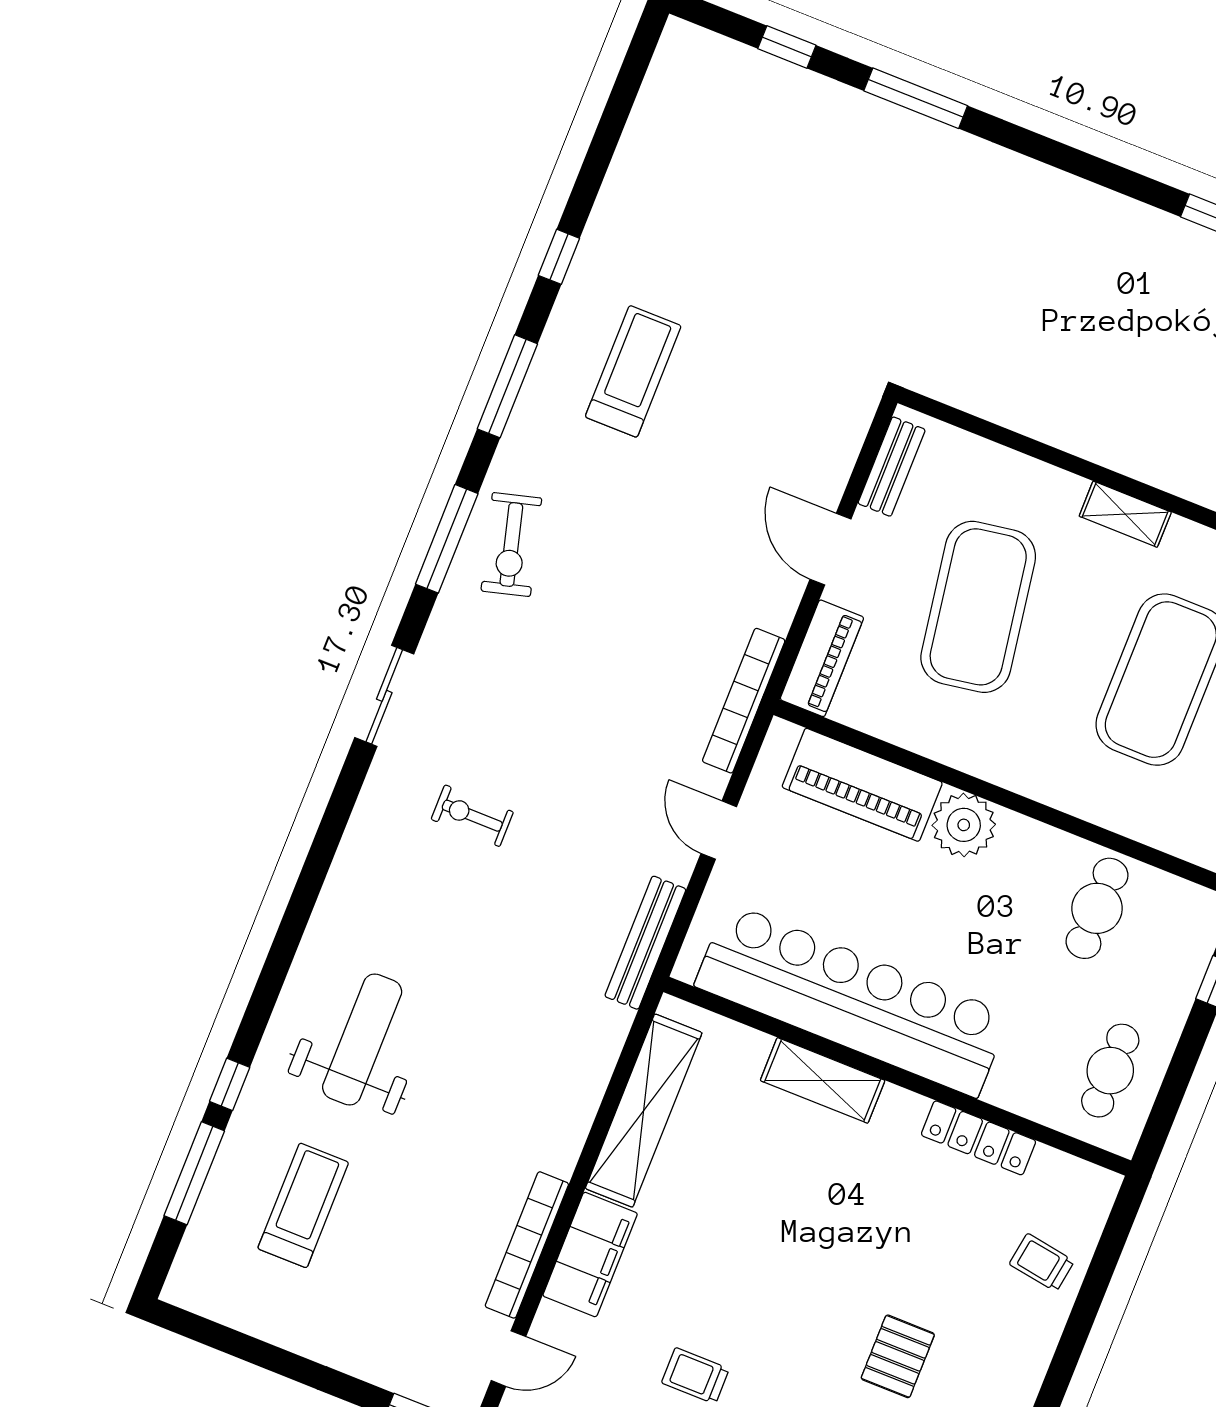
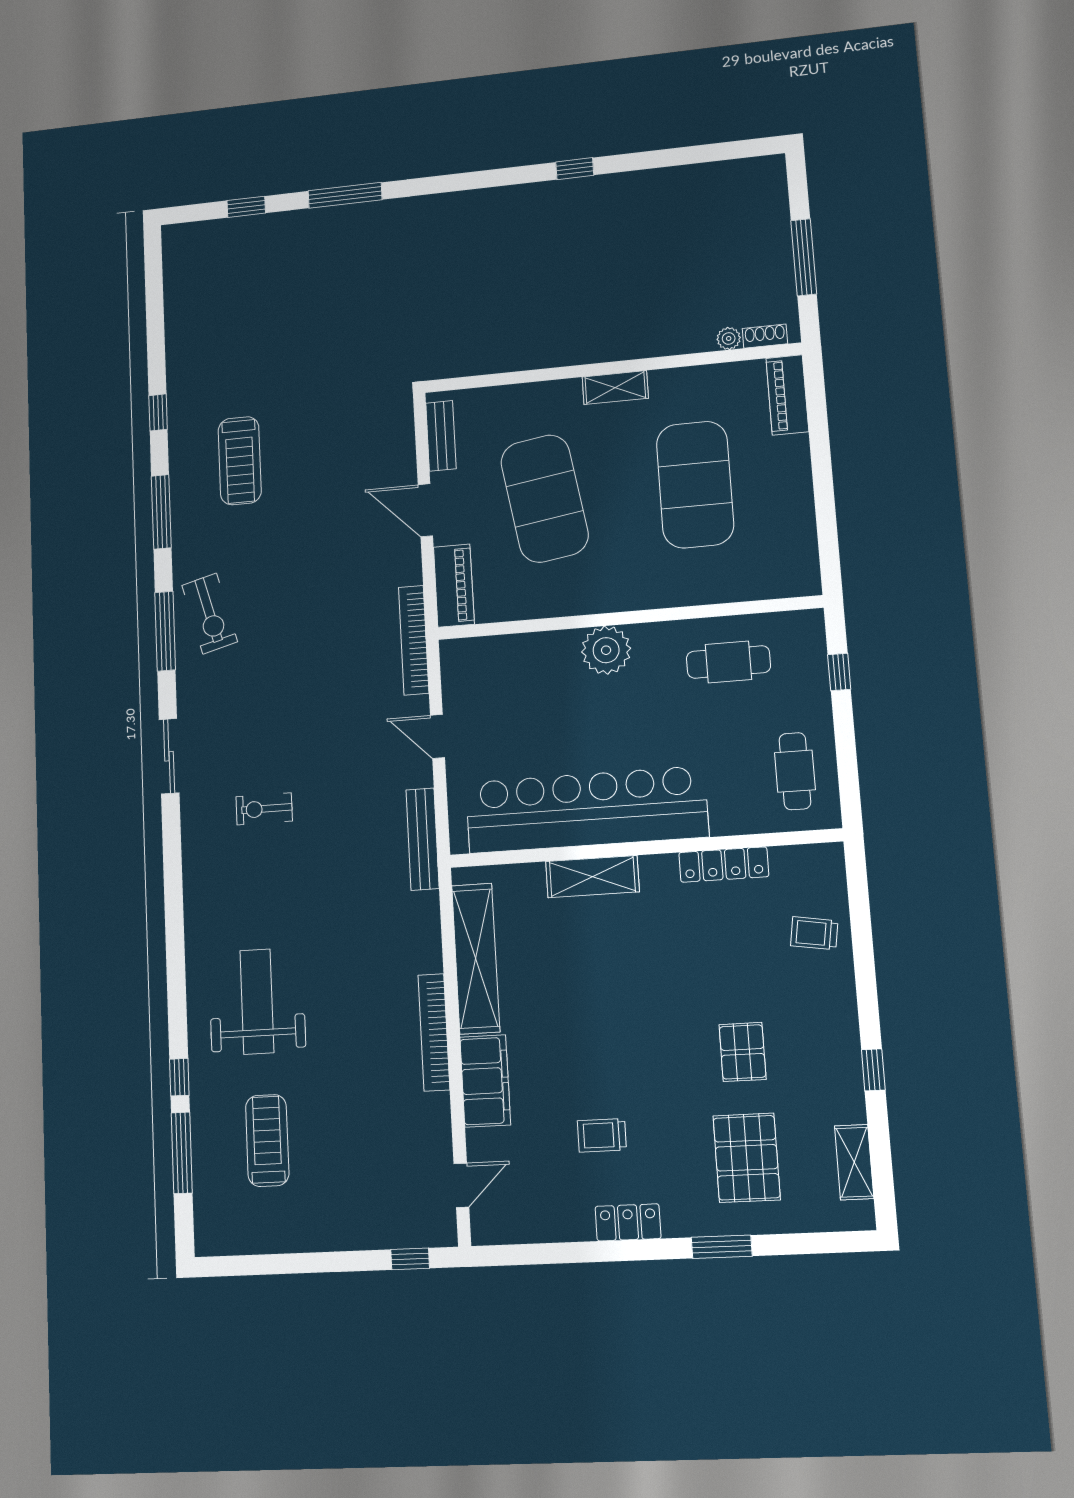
treadmill: (633, 371) -> (240, 461), turned 180
piano: (862, 785) -> (522, 657), removed
cafe table: (1097, 908) -> (728, 662), turned 90
bookcase: (527, 1245) -> (434, 1032), moved

